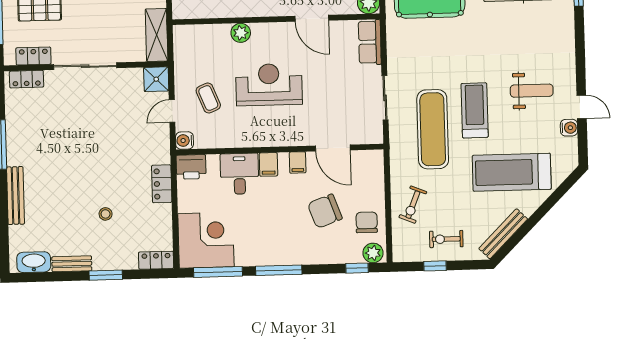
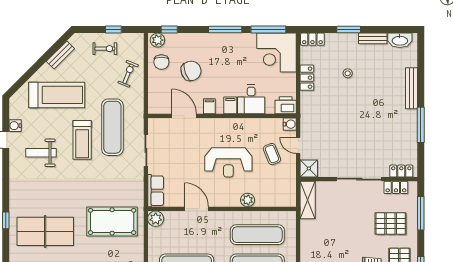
door: (172, 111) -> (298, 145), swing flipped
locker: (162, 184) -> (307, 78), moved
bench: (503, 234) -> (60, 55), width x0.73

